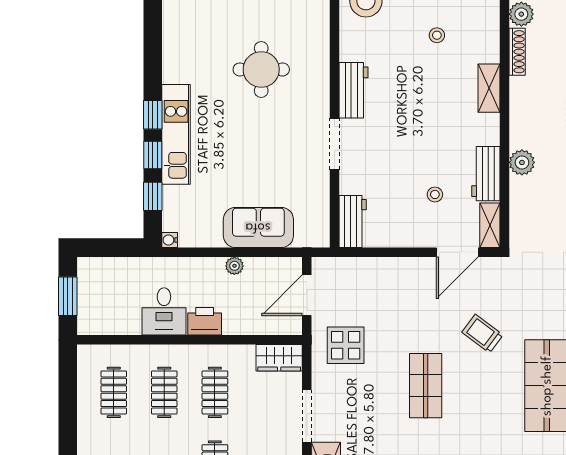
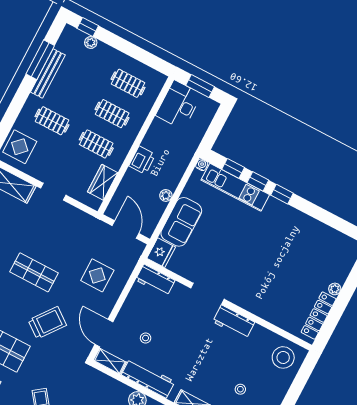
round table: (261, 69) -> (275, 273), removed
kitchen unit: (176, 134) -> (235, 187), moved
workbench: (486, 174) -> (148, 378), width x1.38
fridge: (313, 233) -> (161, 253), added
desk: (164, 311) -> (179, 105), moved, width x1.37
trolley: (482, 334) -> (47, 323), width x1.36, depth x1.39
display table: (346, 345) -> (97, 275), moved
wardrobe: (279, 358) -> (103, 182), moved
doorway: (307, 416) -> (53, 192), width x0.73

